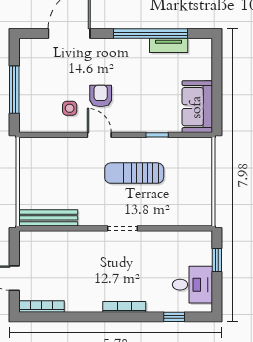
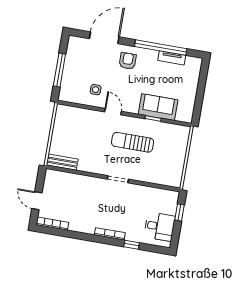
armchair: (101, 96) -> (128, 61), moved
sofa: (197, 107) -> (158, 107), moved, turned 90
bench: (48, 218) -> (62, 162), width x0.73
window: (174, 317) -> (132, 245), moved

